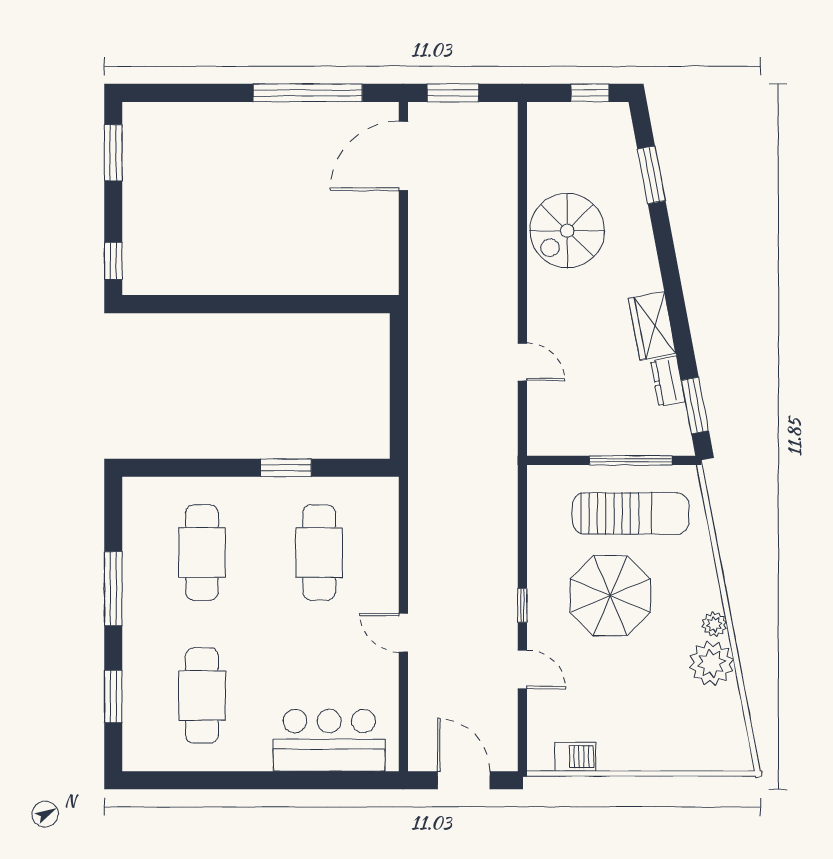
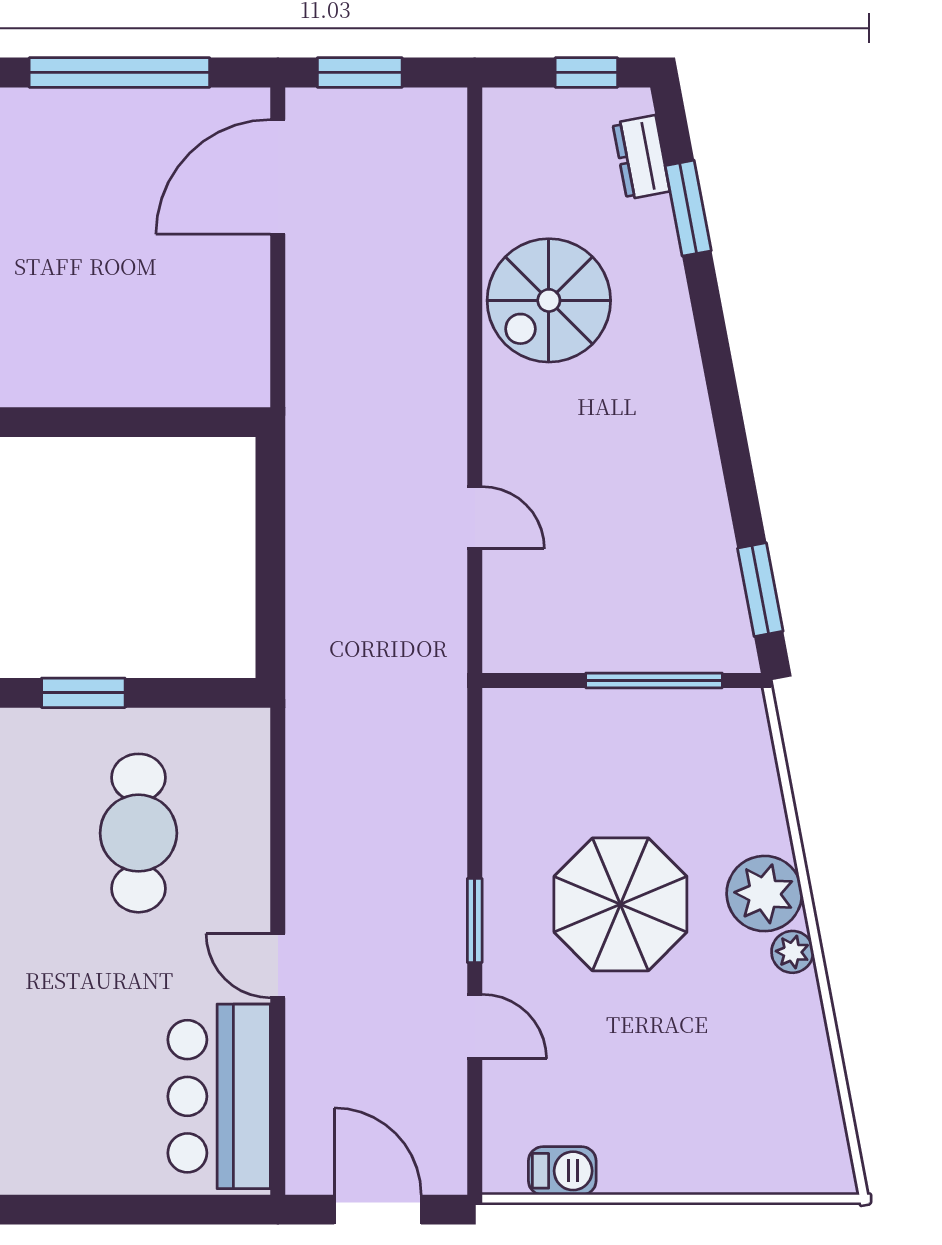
wardrobe: (652, 326) -> (690, 458), removed
dresser: (668, 381) -> (641, 157), moved
sun lounger: (631, 513) -> (654, 768), removed
window: (522, 605) -> (475, 921), width x1.50
plant: (711, 663) -> (764, 894), moved
bar counter: (329, 740) -> (219, 1096), moved, turned -90

